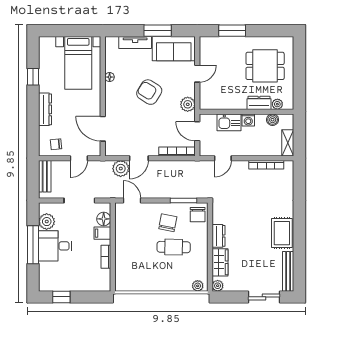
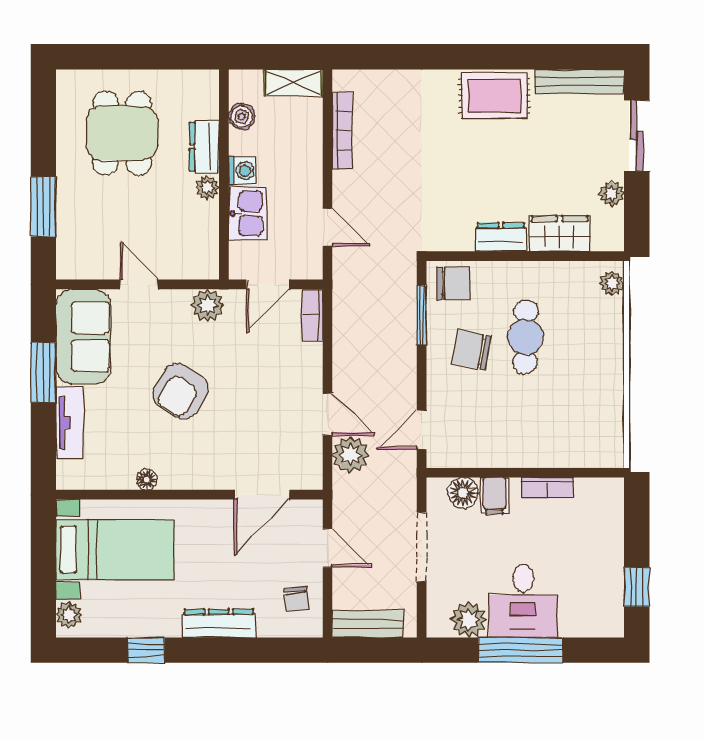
plant: (49, 42) -> (69, 615), added
plant: (277, 104) -> (207, 187), moved
bookcase: (177, 151) -> (312, 315), width x0.64
plant: (218, 286) -> (612, 194), moved

